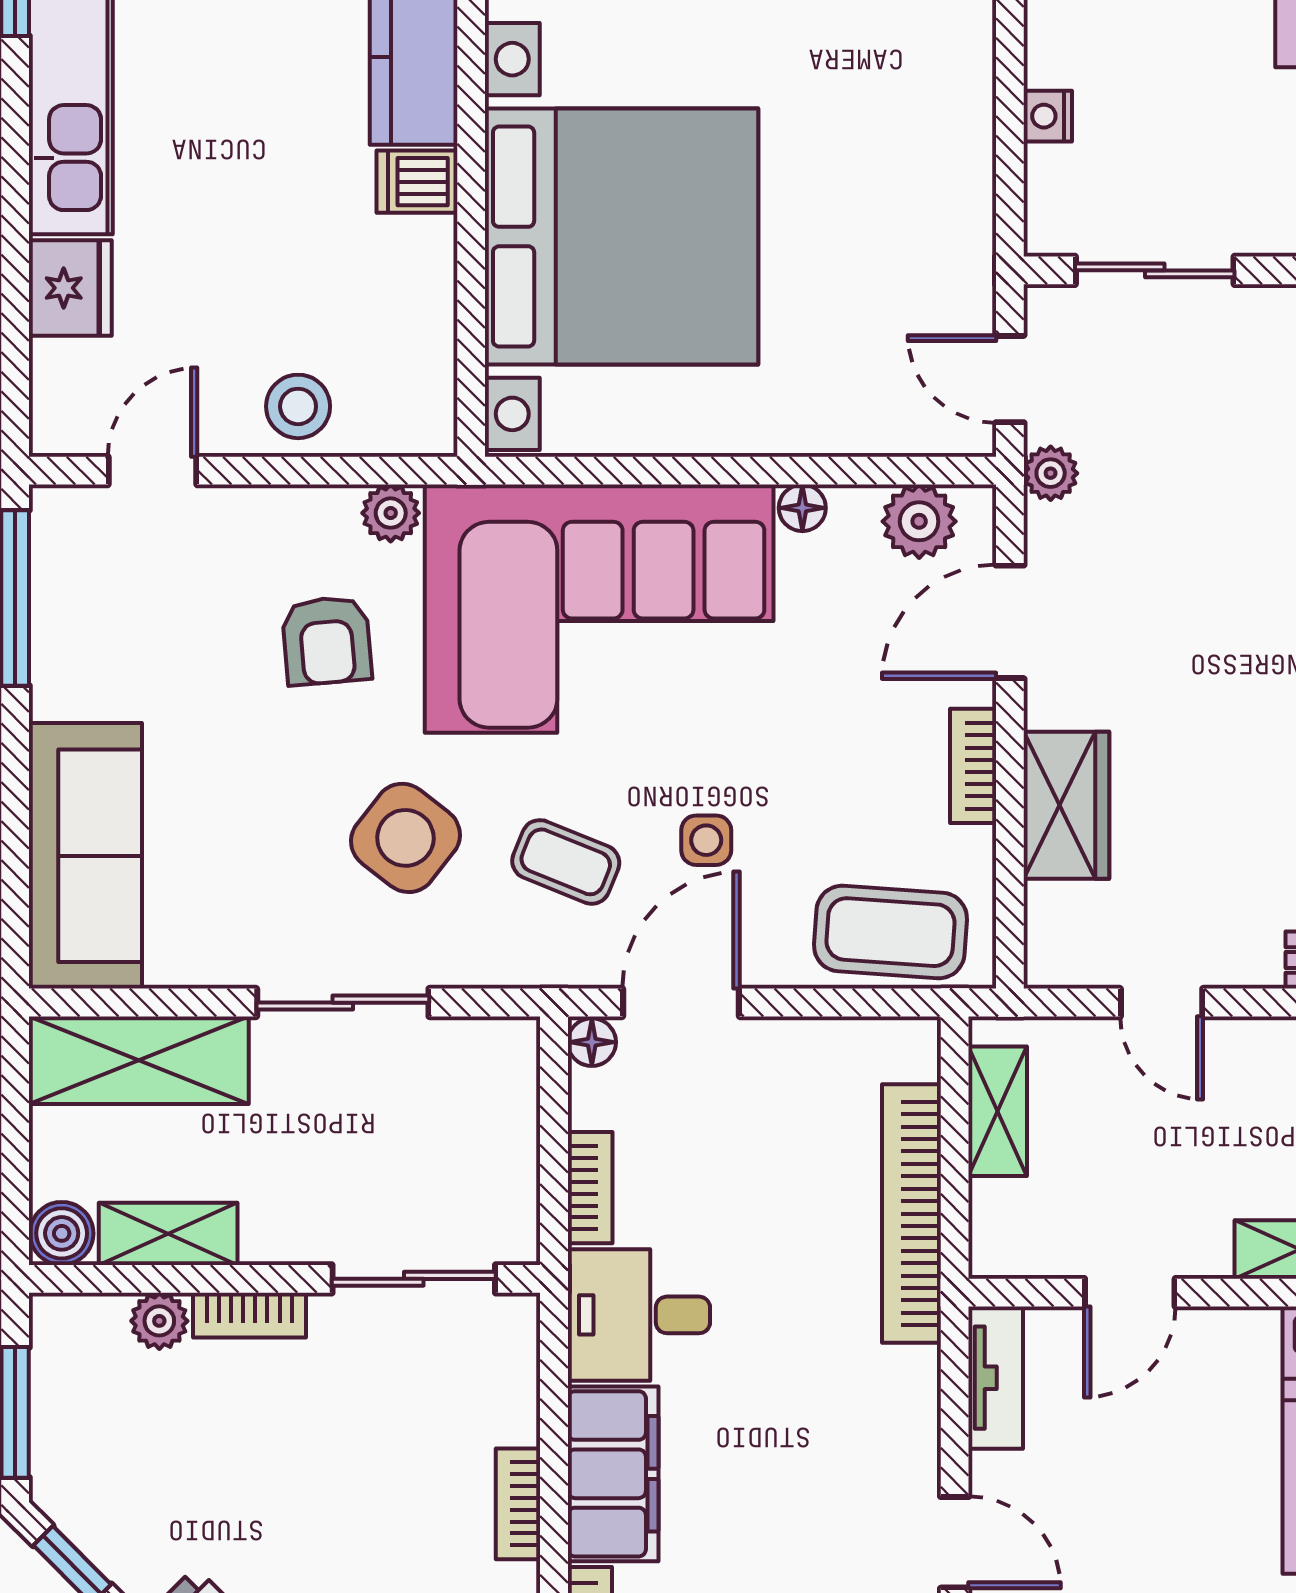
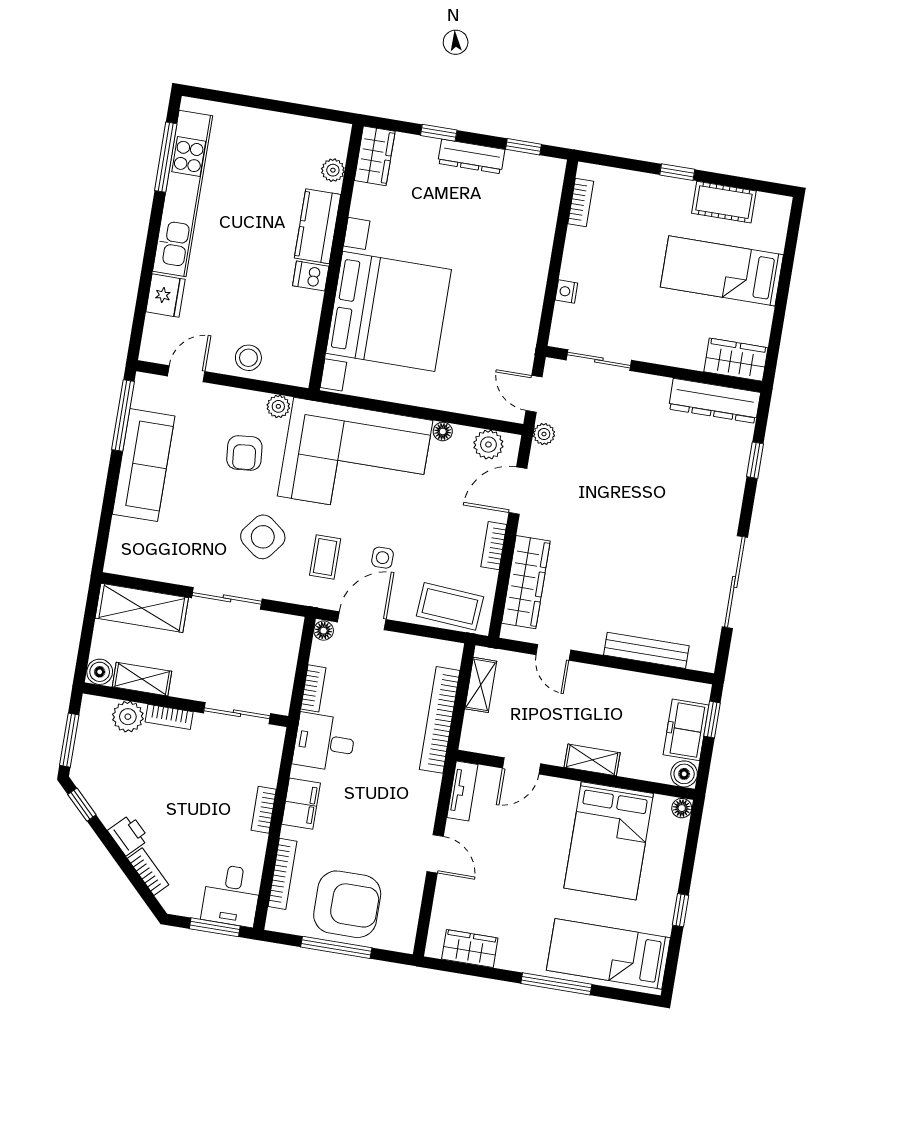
wardrobe: (1066, 805) -> (526, 582), width x1.50
sofa: (85, 856) -> (144, 465), moved
coffee table: (566, 862) -> (325, 557), turned 68
plant: (159, 1321) -> (128, 717), width x1.38, depth x1.38
filing cabinet: (613, 1474) -> (301, 804), width x0.67, depth x0.86

